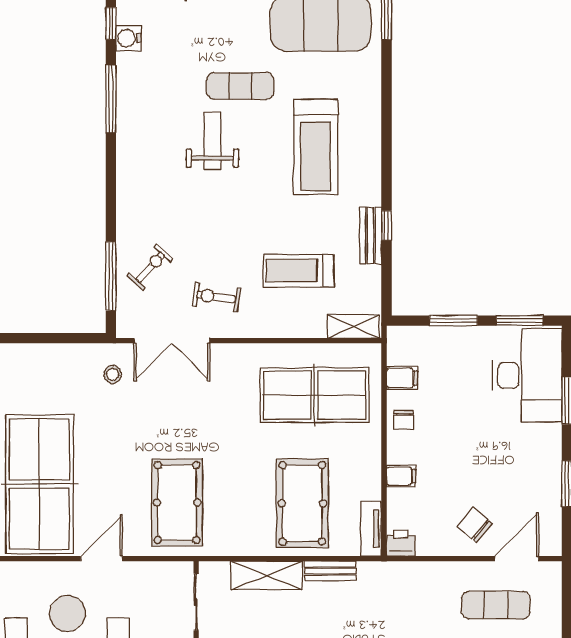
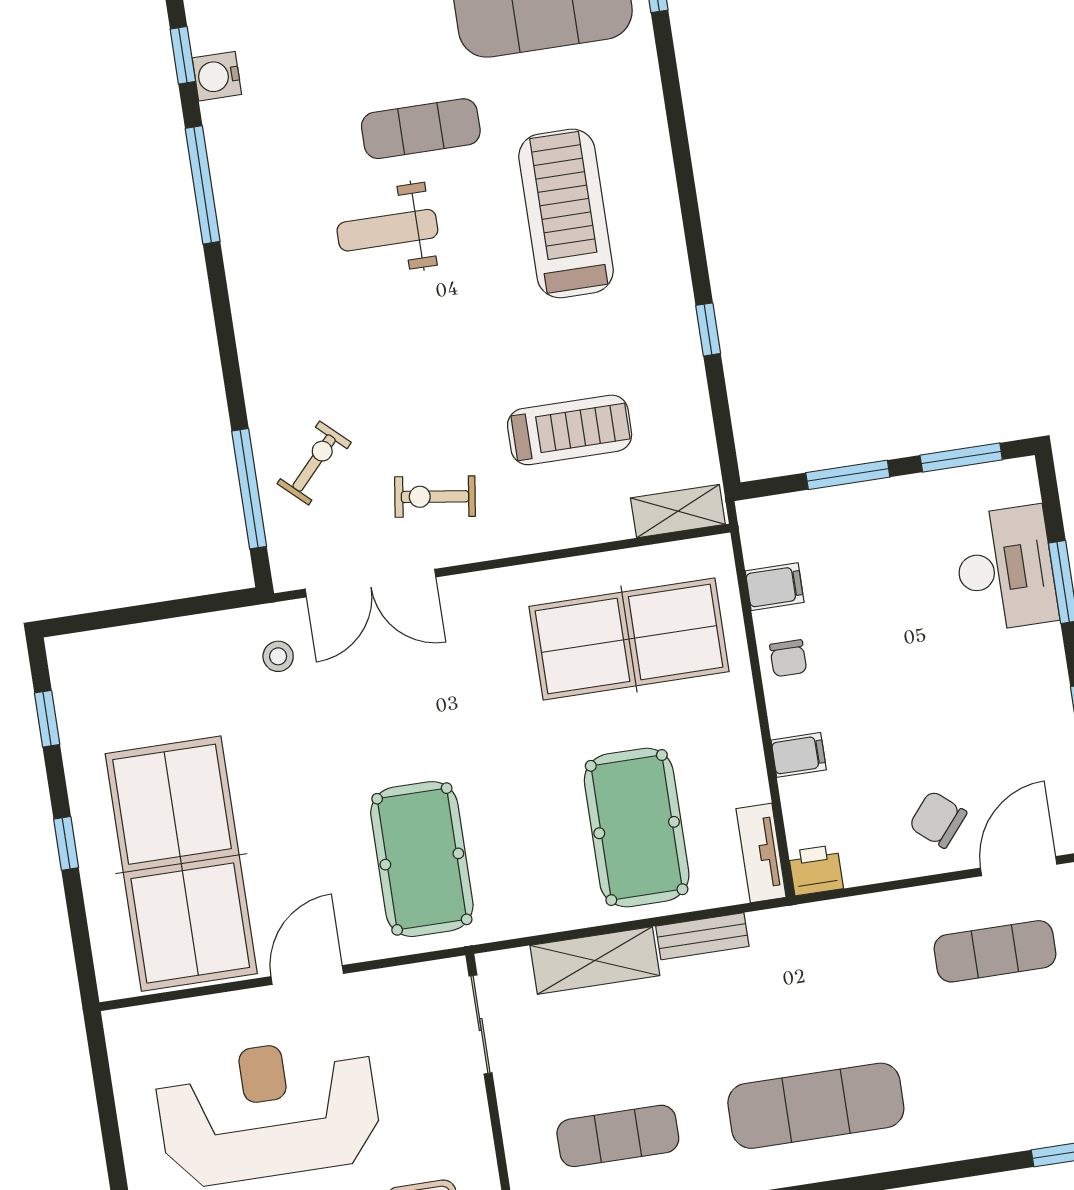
weight bench: (212, 141) -> (387, 230), turned -90
treadmill: (316, 147) -> (566, 213), turned 180
bench: (371, 236) -> (684, 351), removed
treadmill: (299, 271) -> (570, 430), turned 180
desk: (527, 375) -> (1005, 569), width x0.73, depth x0.77

